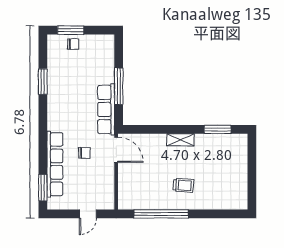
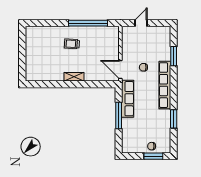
window: (218, 129) -> (47, 84), removed
row of seats: (55, 164) -> (165, 85), moved
window: (43, 188) -> (174, 56), moved

